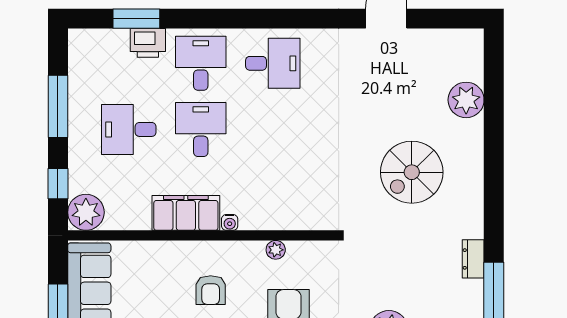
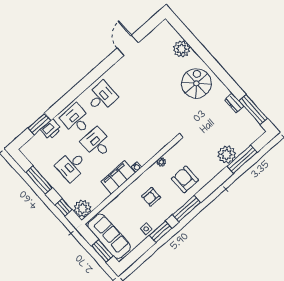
spiral stairs: (412, 172) -> (196, 83), moved, turned 180
armchair: (211, 290) -> (151, 197), turned 90

